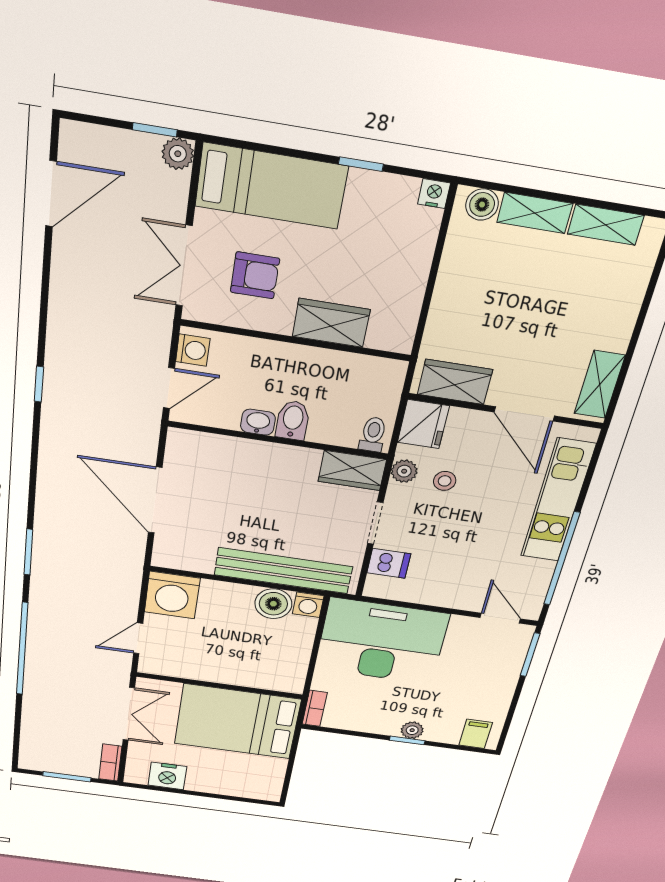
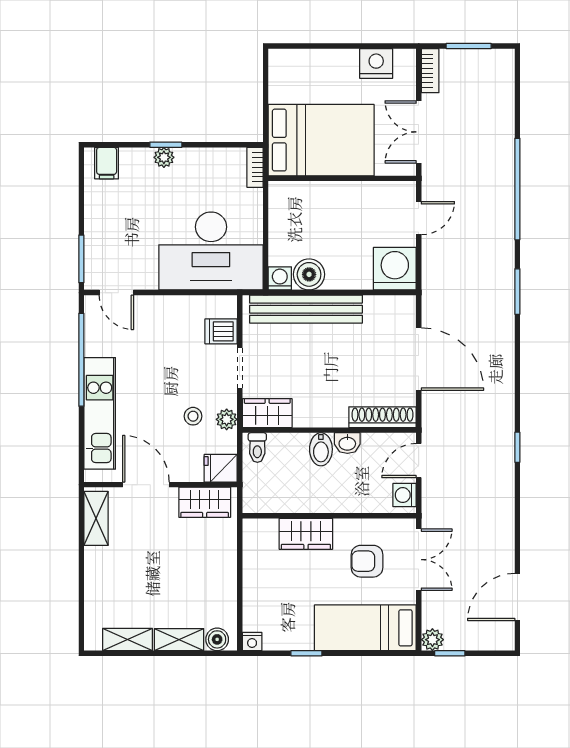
fridge: (423, 424) -> (221, 468), width x0.72
shoe rack: (209, 444) -> (382, 417), added

